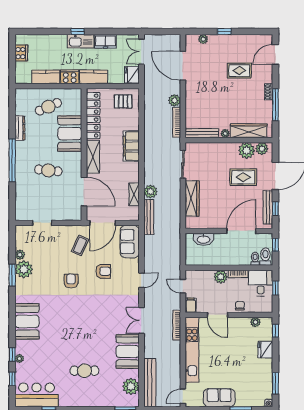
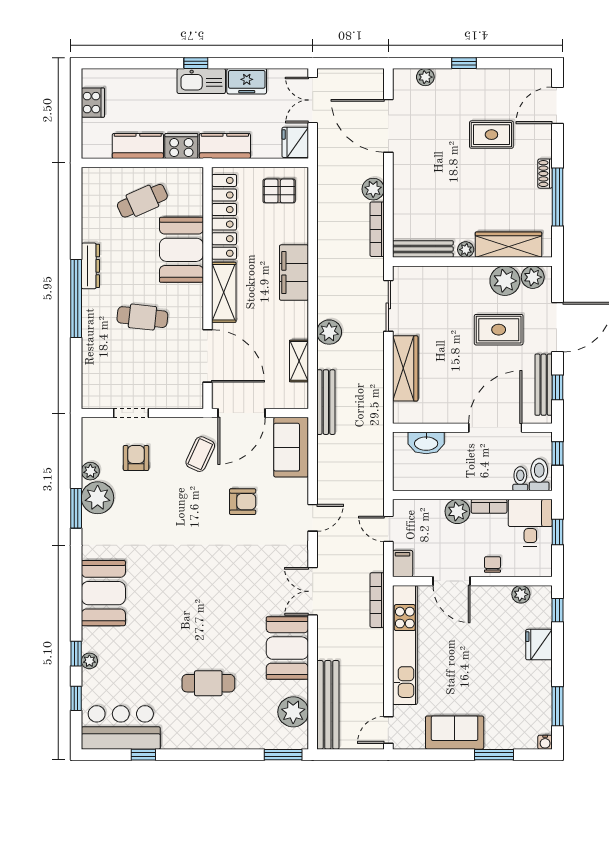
dresser: (20, 128) -> (90, 266), moved
plant: (151, 192) -> (329, 332), moved
armchair: (71, 281) -> (136, 458), moved

